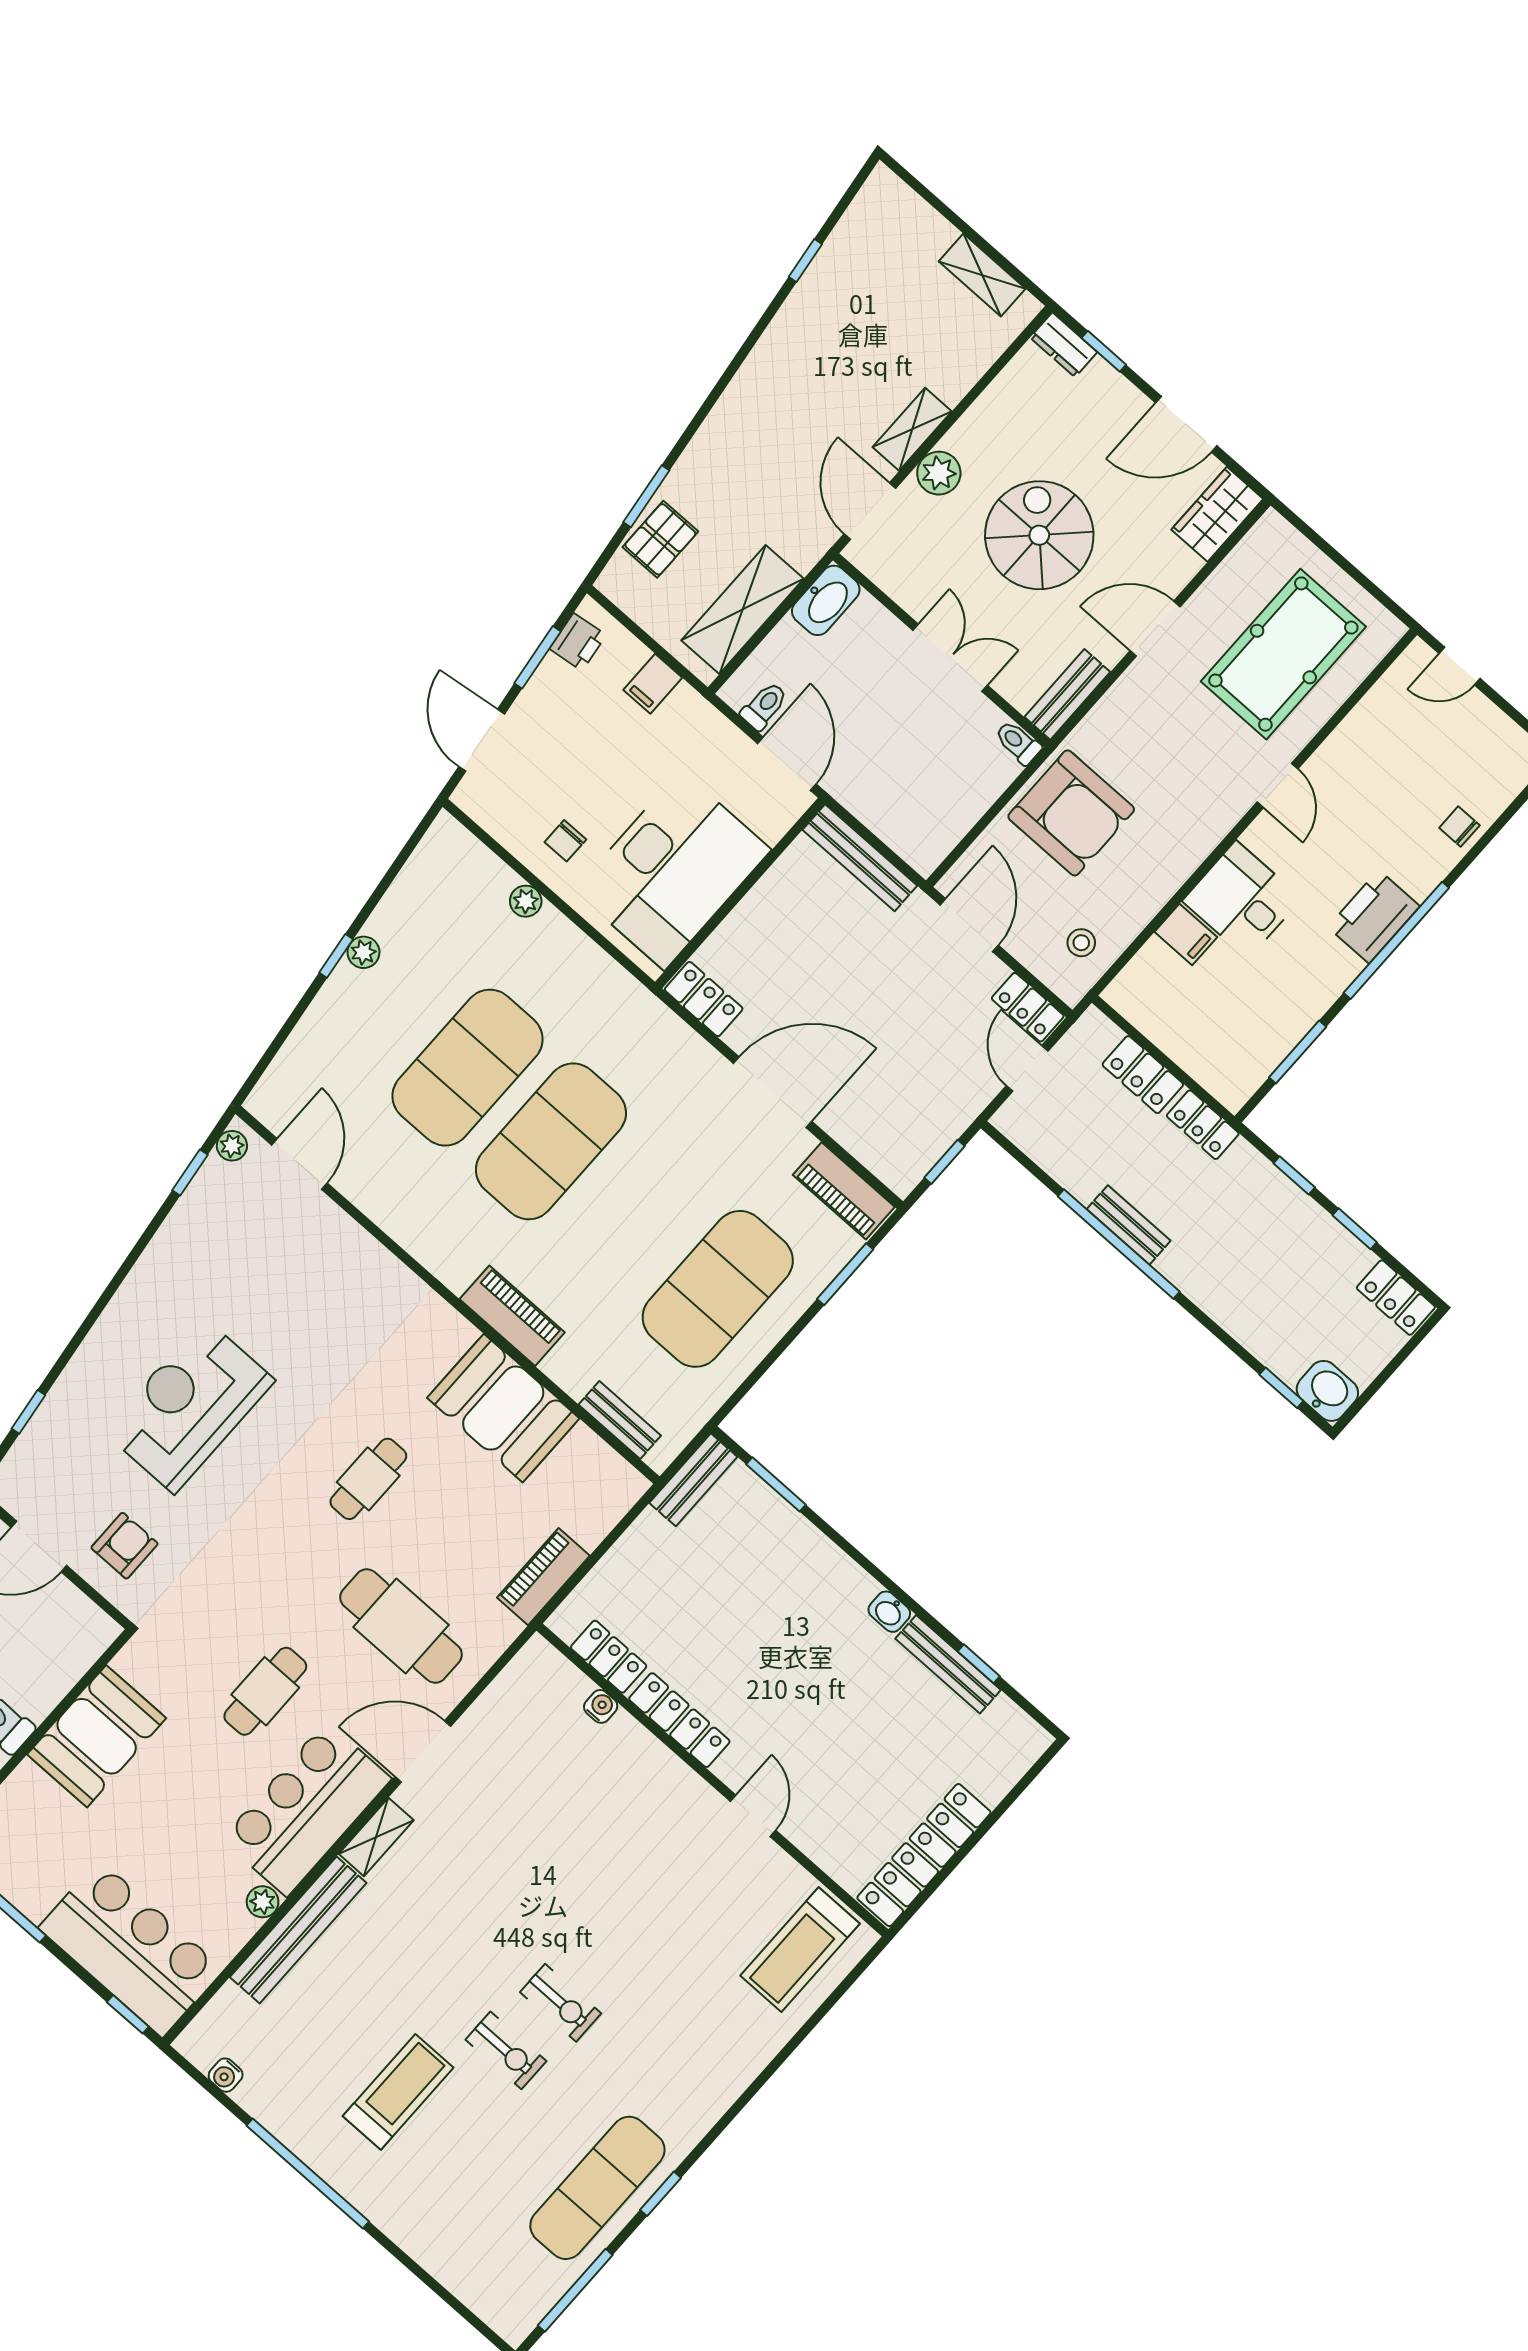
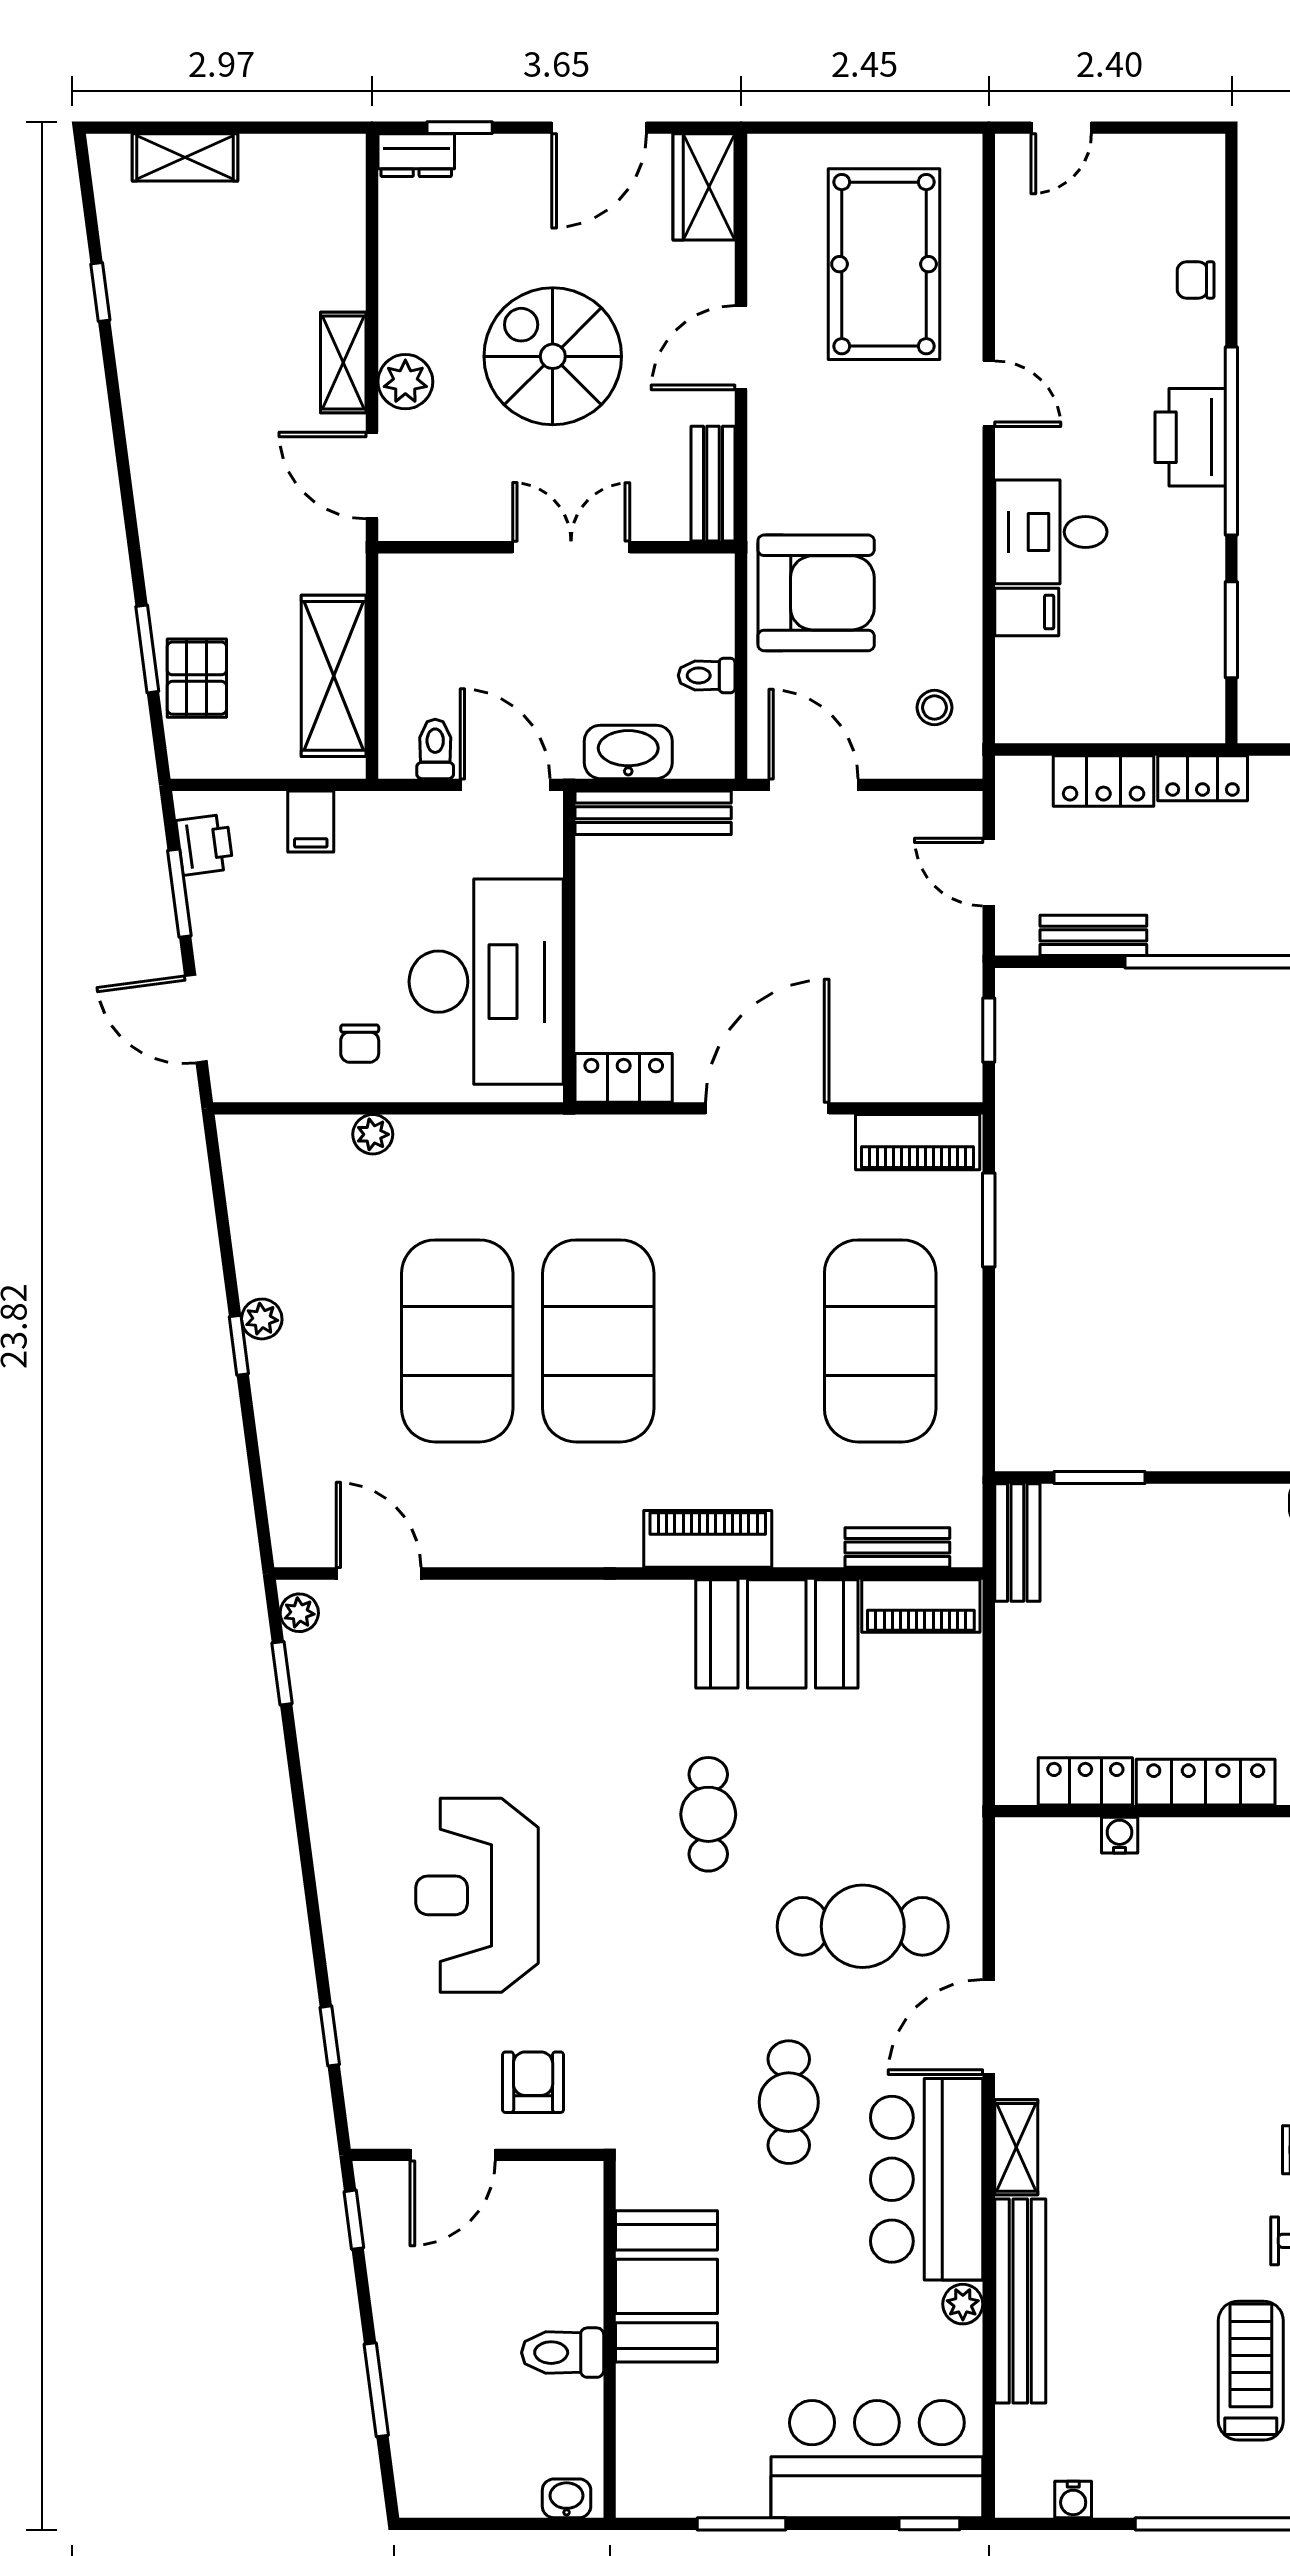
shelving: (982, 275) -> (185, 157), moved
washbasin: (826, 600) -> (628, 752), moved, turned -90
toilet: (1018, 743) -> (707, 675), moved
locker: (1028, 1007) -> (938, 814), removed
bench: (1129, 1225) -> (1093, 935), moved
piano: (543, 1577) -> (921, 1606), moved, turned -90

